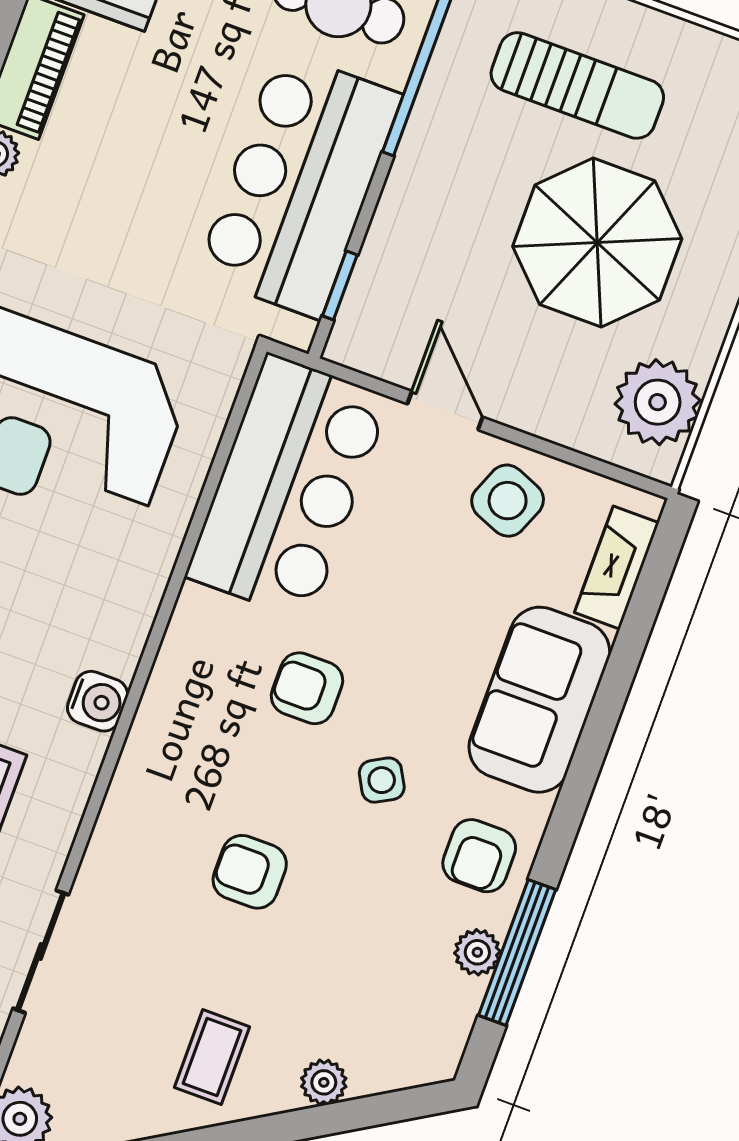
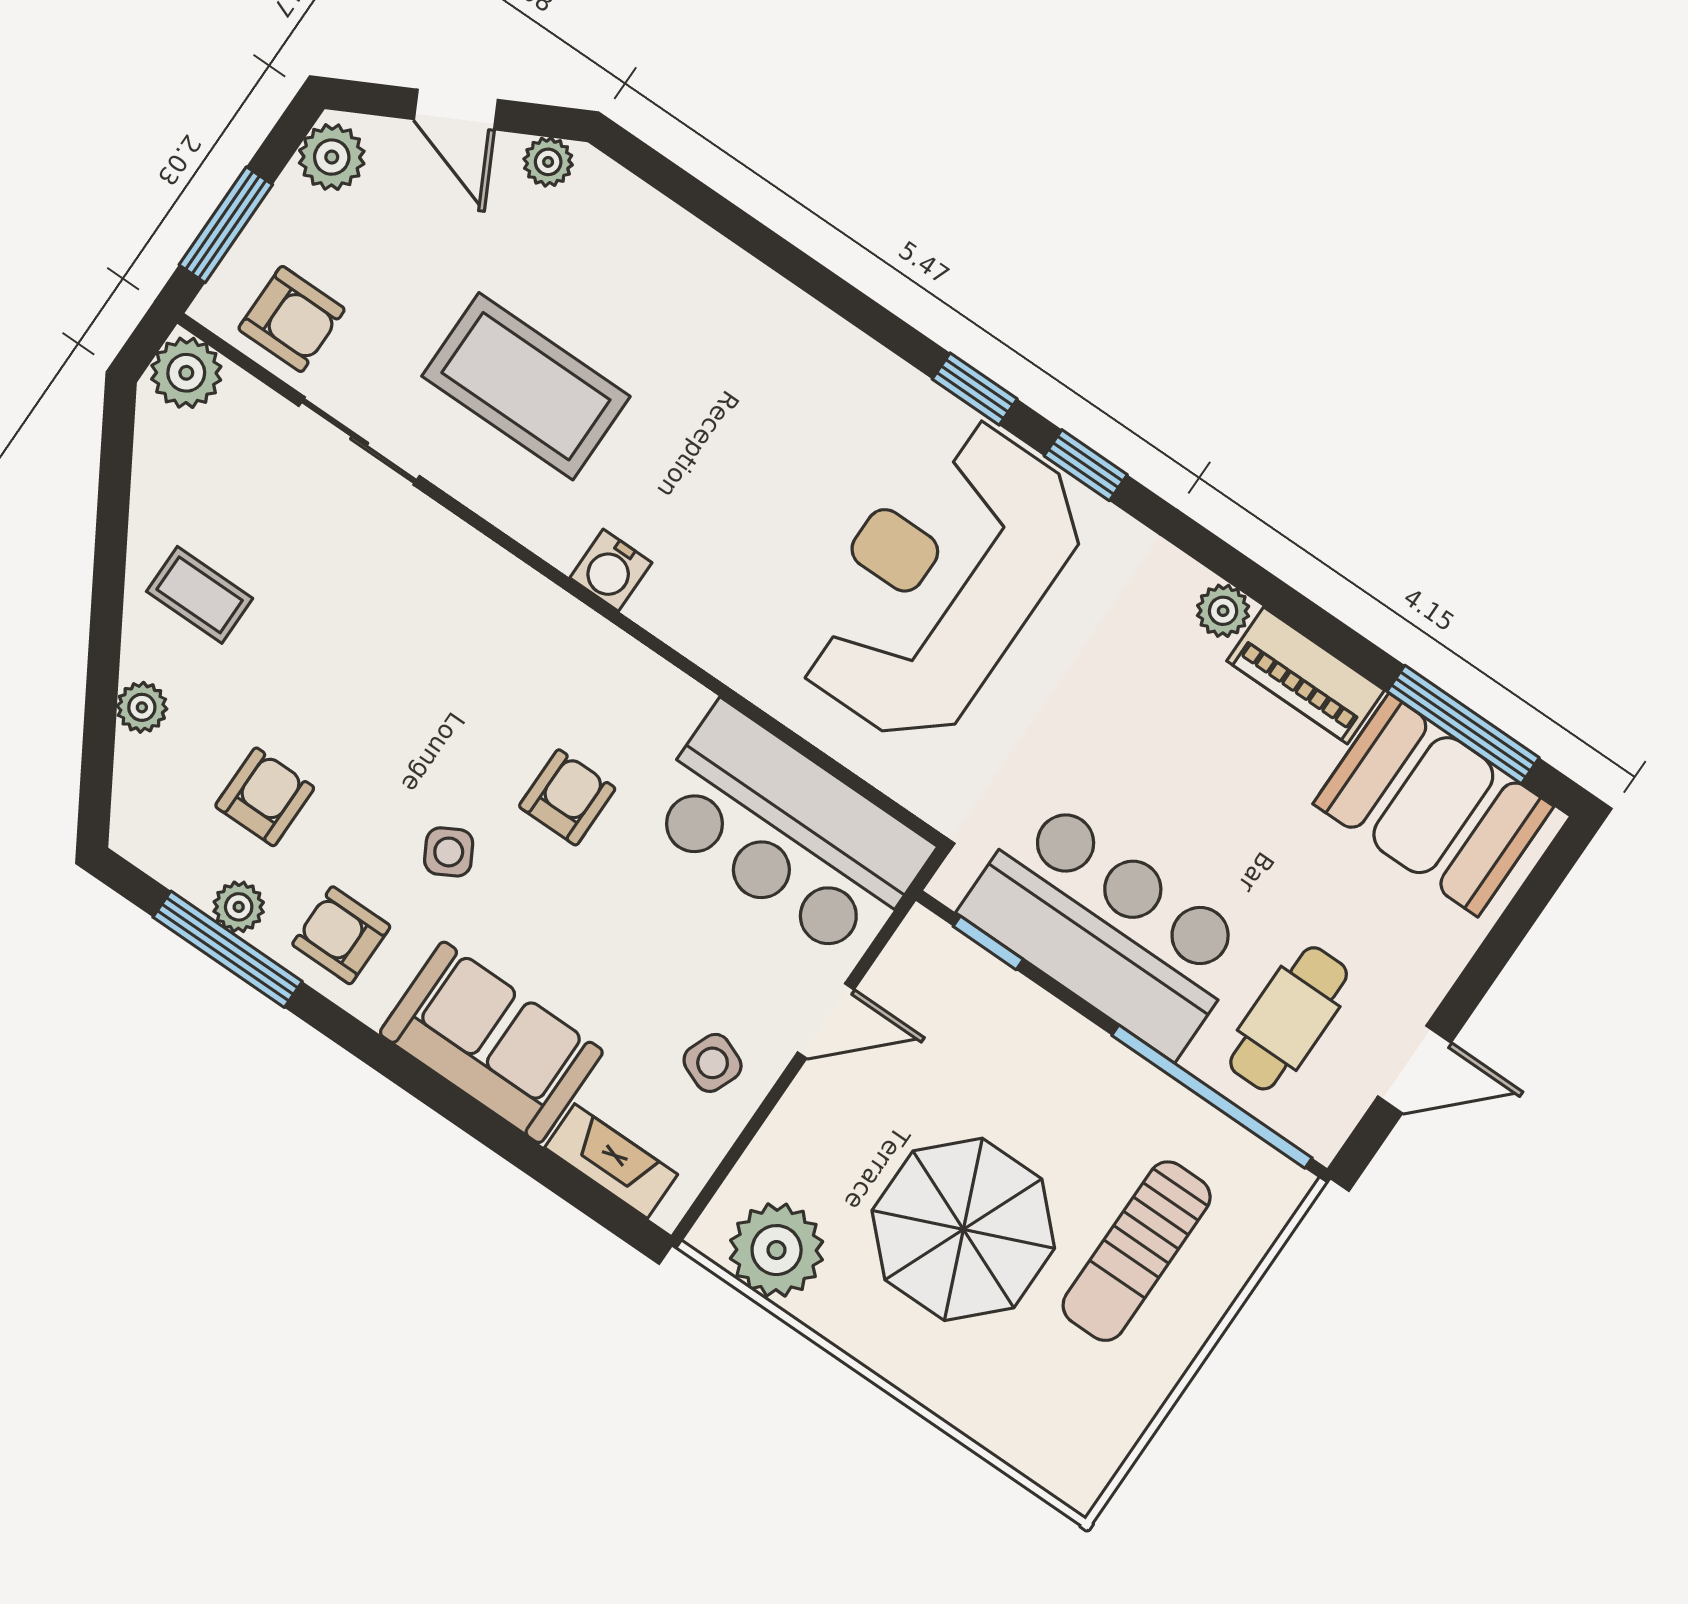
side table: (508, 501) -> (713, 1063), width x0.73, depth x0.73
armchair: (250, 872) -> (265, 797), moved

